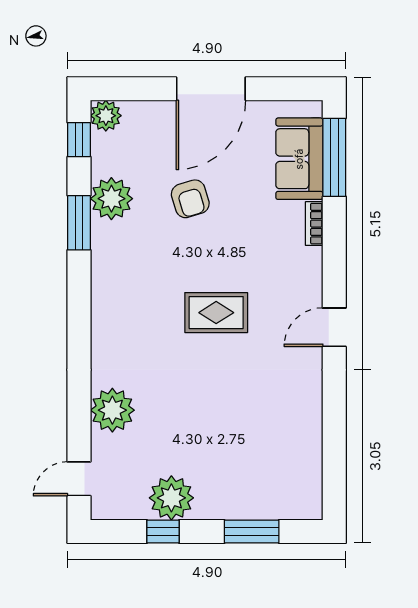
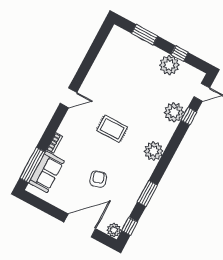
door: (211, 89) -> (80, 225), moved
plant: (111, 199) -> (154, 151), moved
window: (79, 418) -> (189, 116), added

